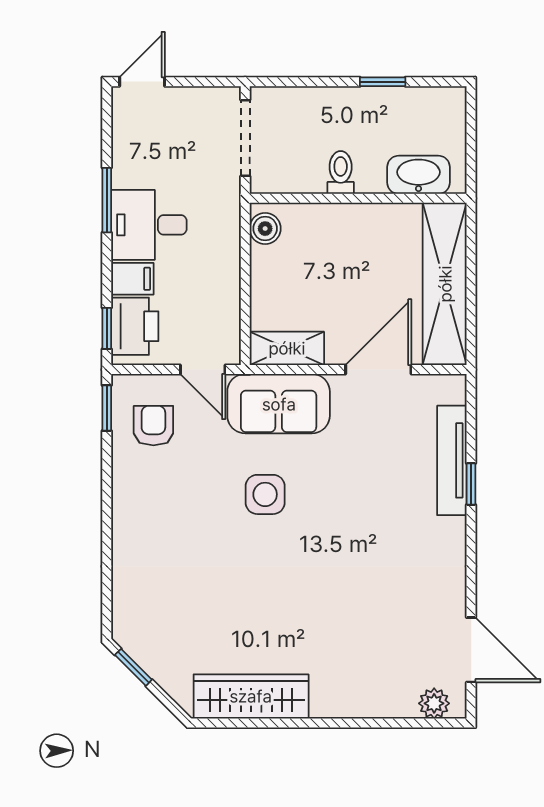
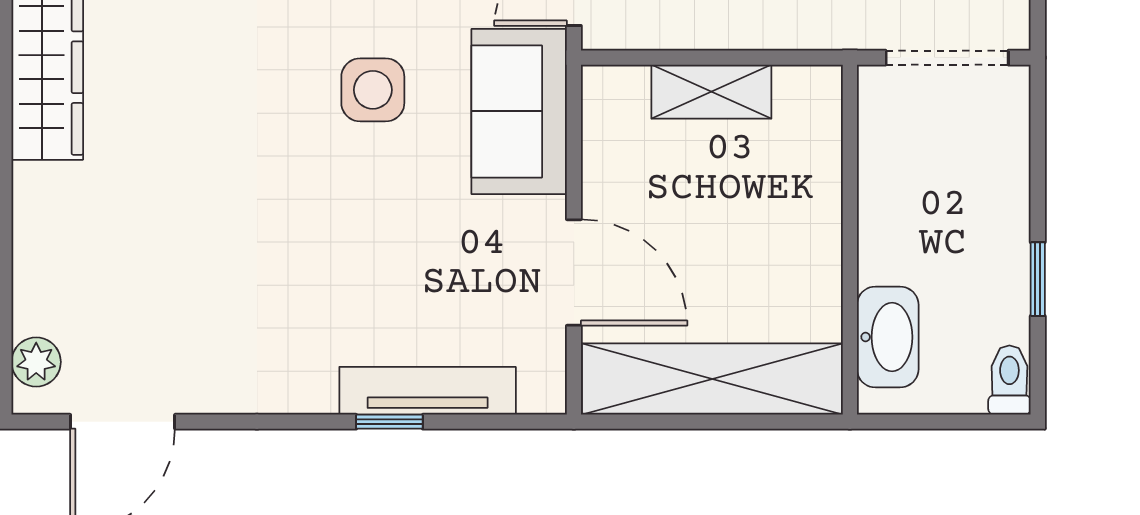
toilet: (341, 172) -> (1009, 380), moved, turned -90
boiler: (265, 229) -> (801, 90), removed
shelving: (287, 348) -> (711, 92), moved, turned 90

